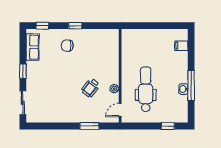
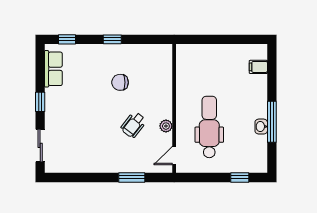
chair: (67, 46) -> (120, 82), moved

